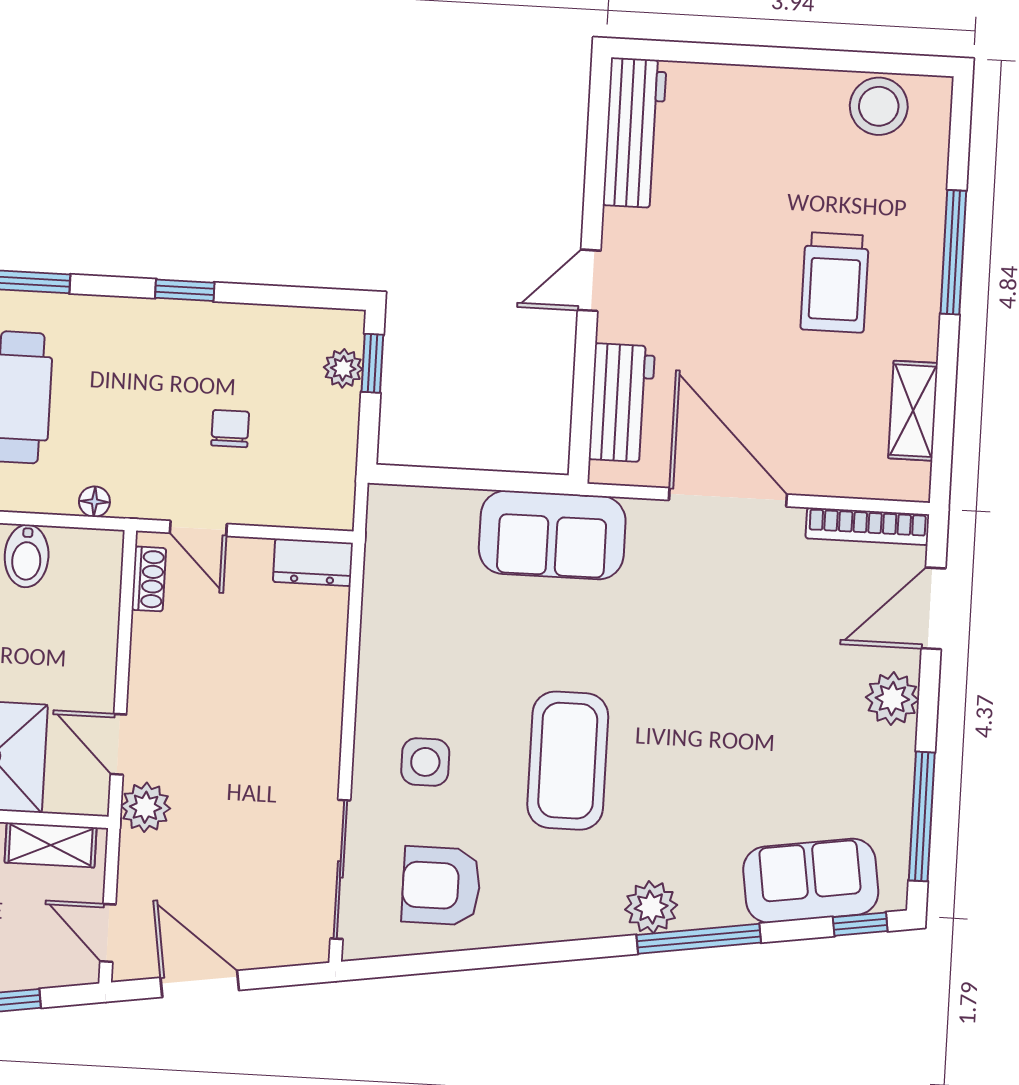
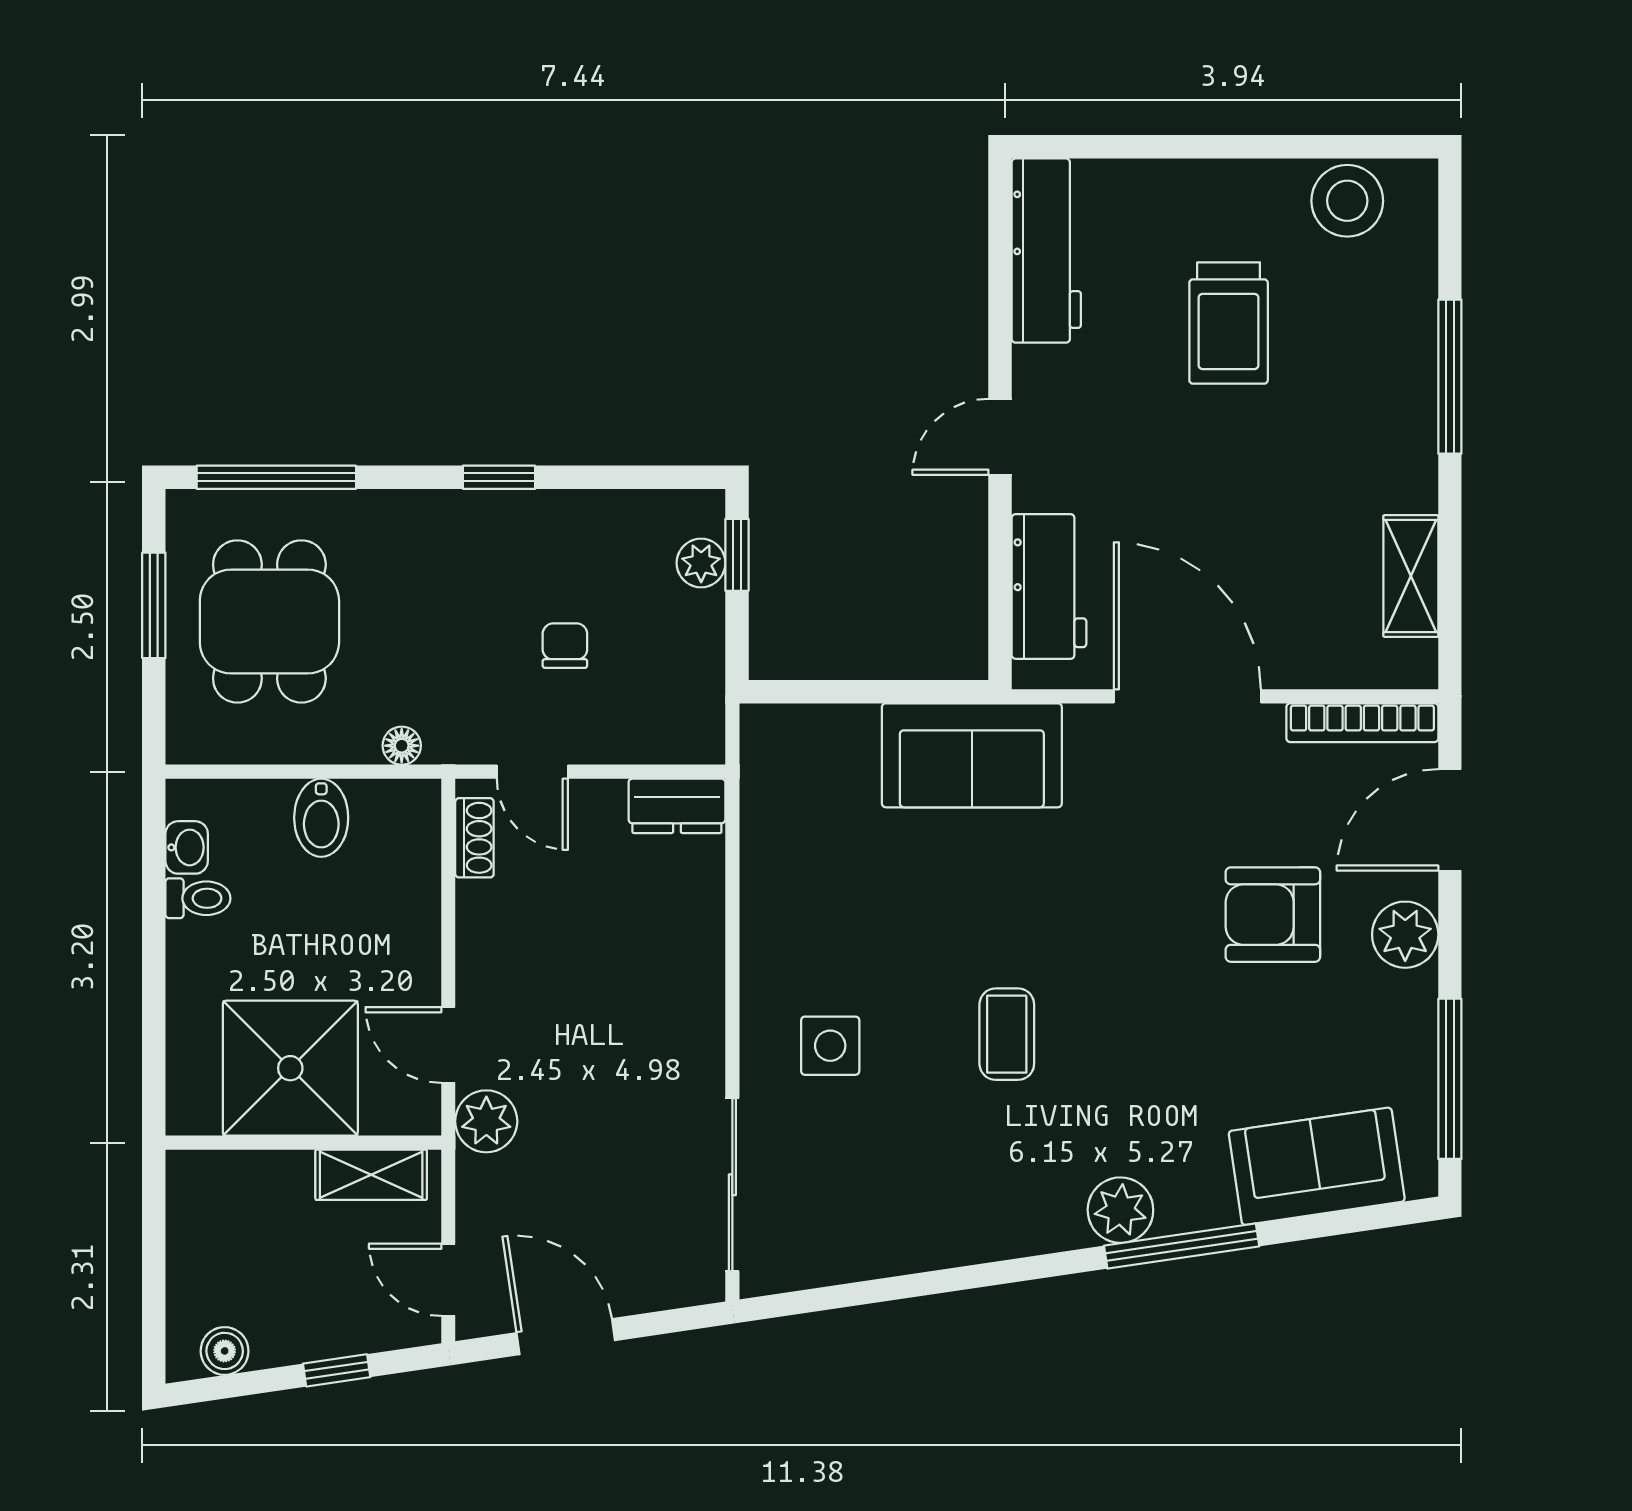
trolley: (835, 282) -> (1229, 323), moved
coffee table: (568, 761) -> (1007, 1034), width x0.54, depth x0.58
armchair: (441, 886) -> (1273, 915), moved
window: (860, 924) -> (1381, 1217), removed

